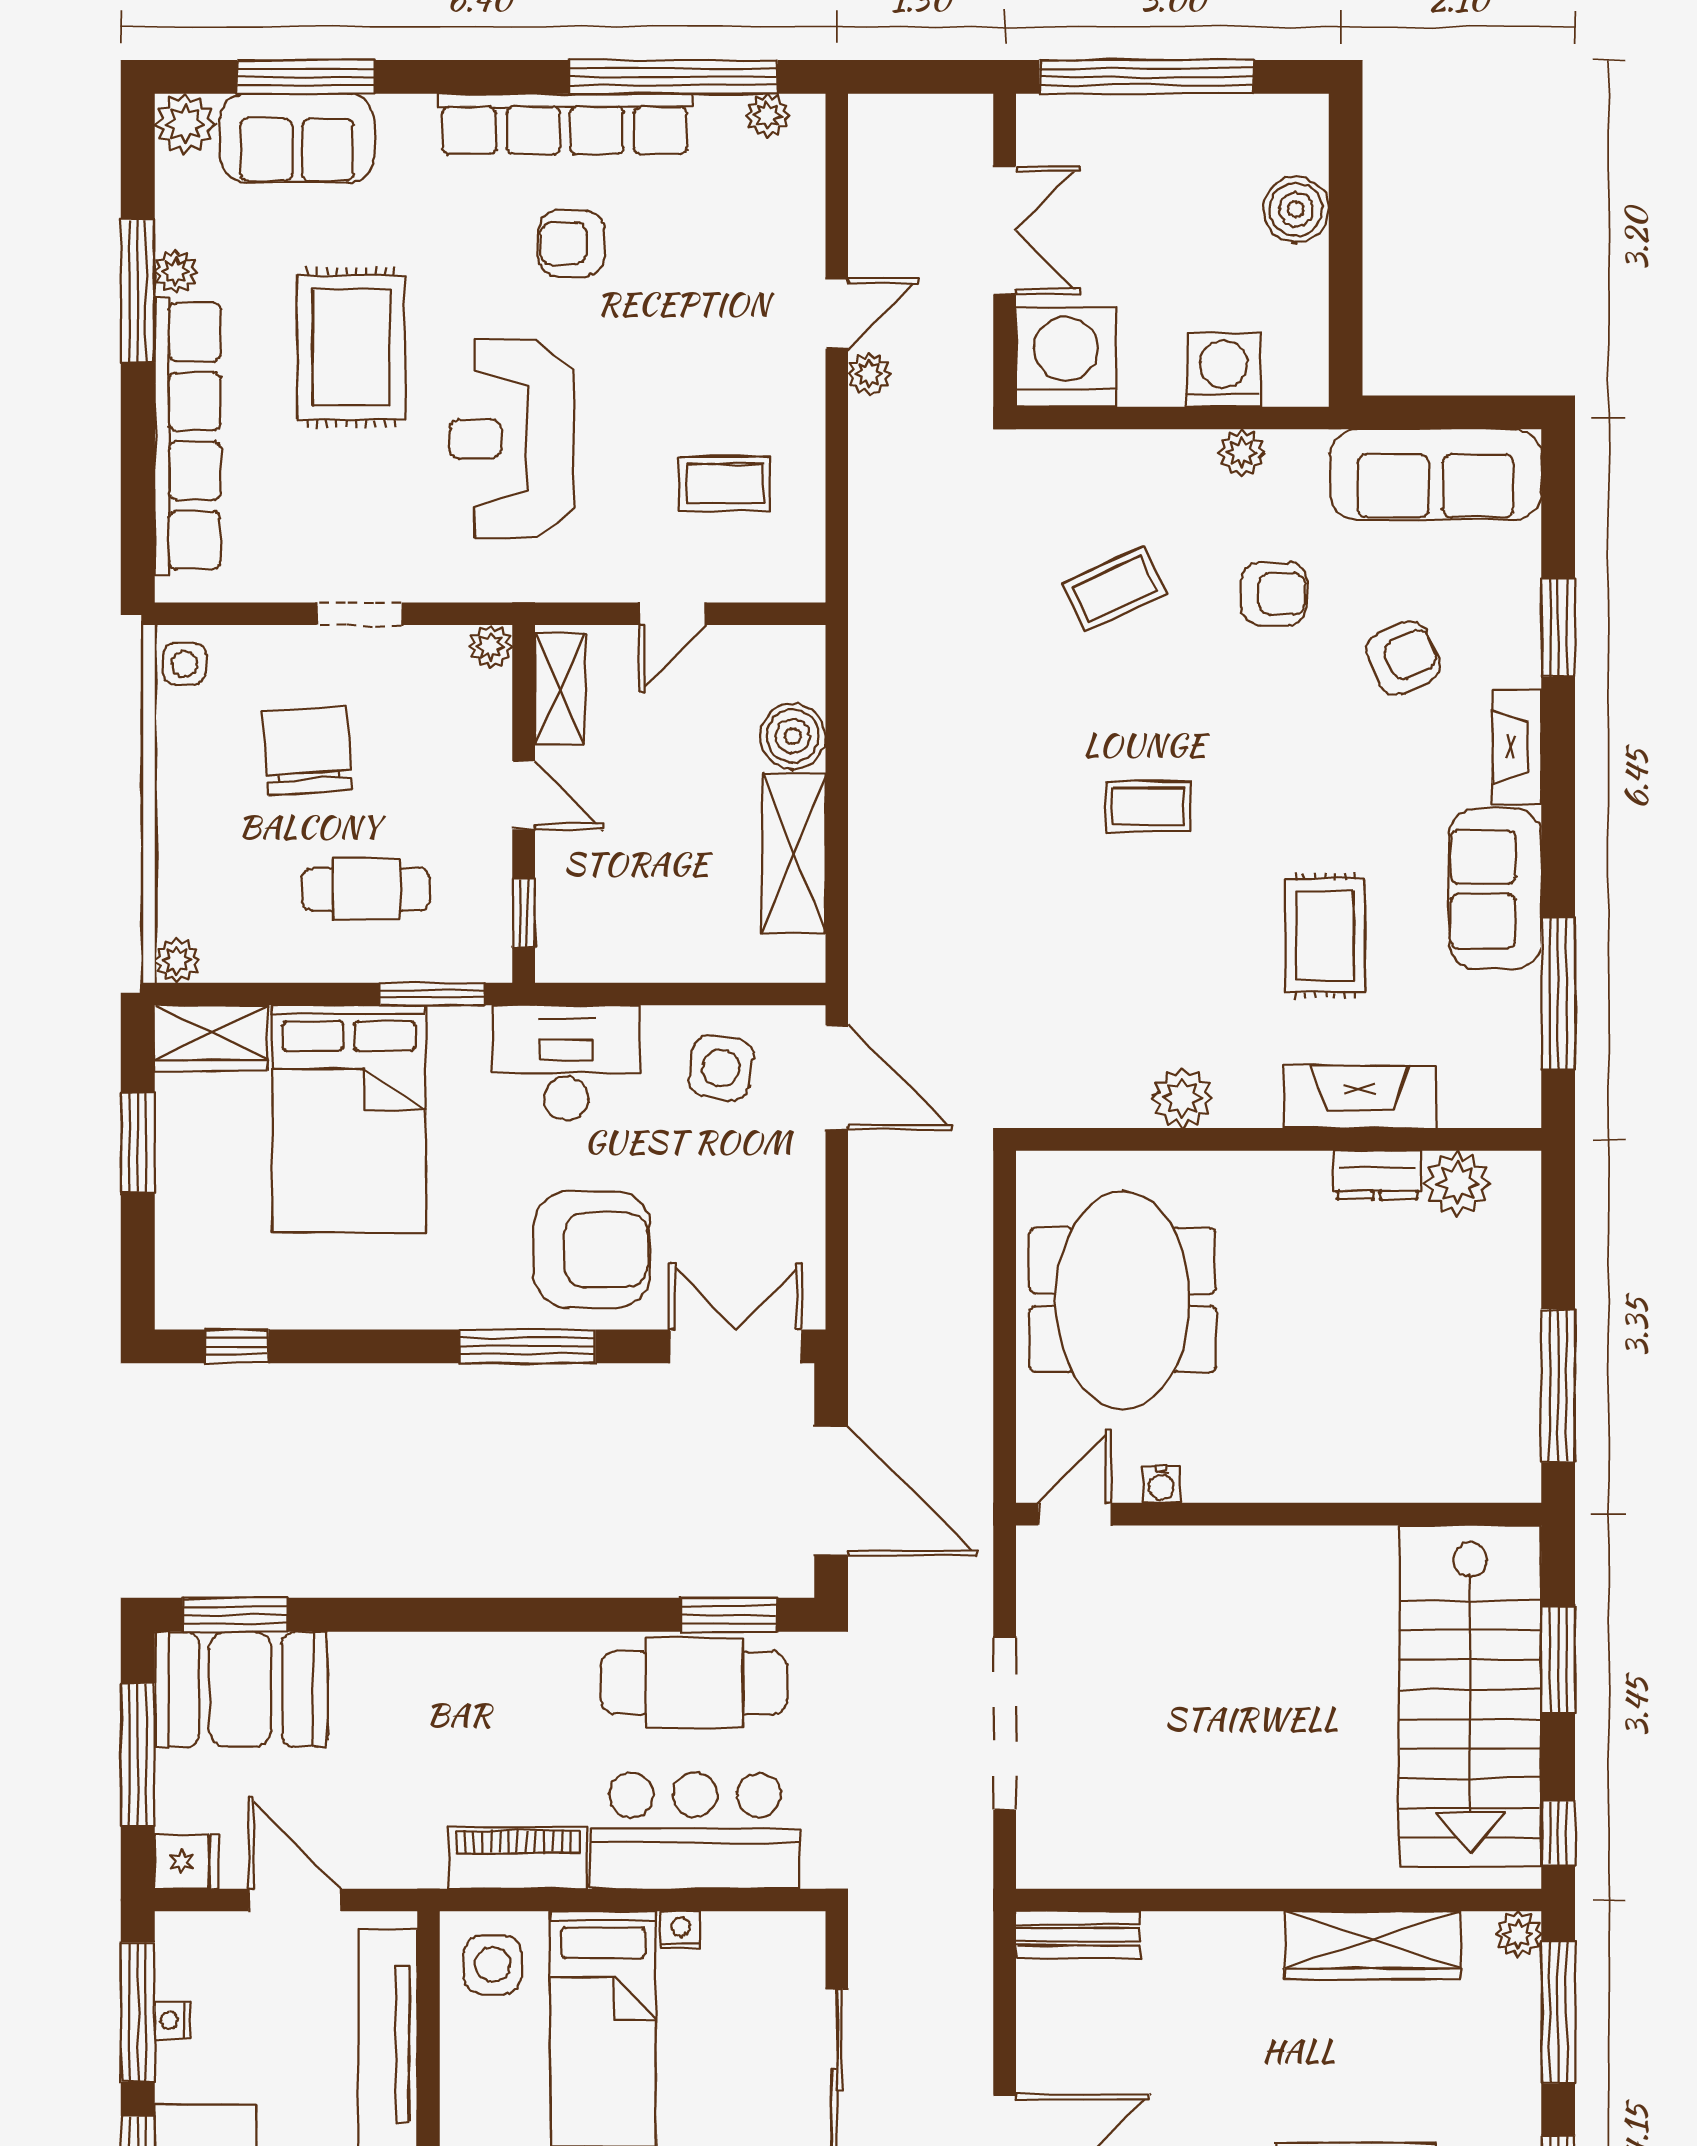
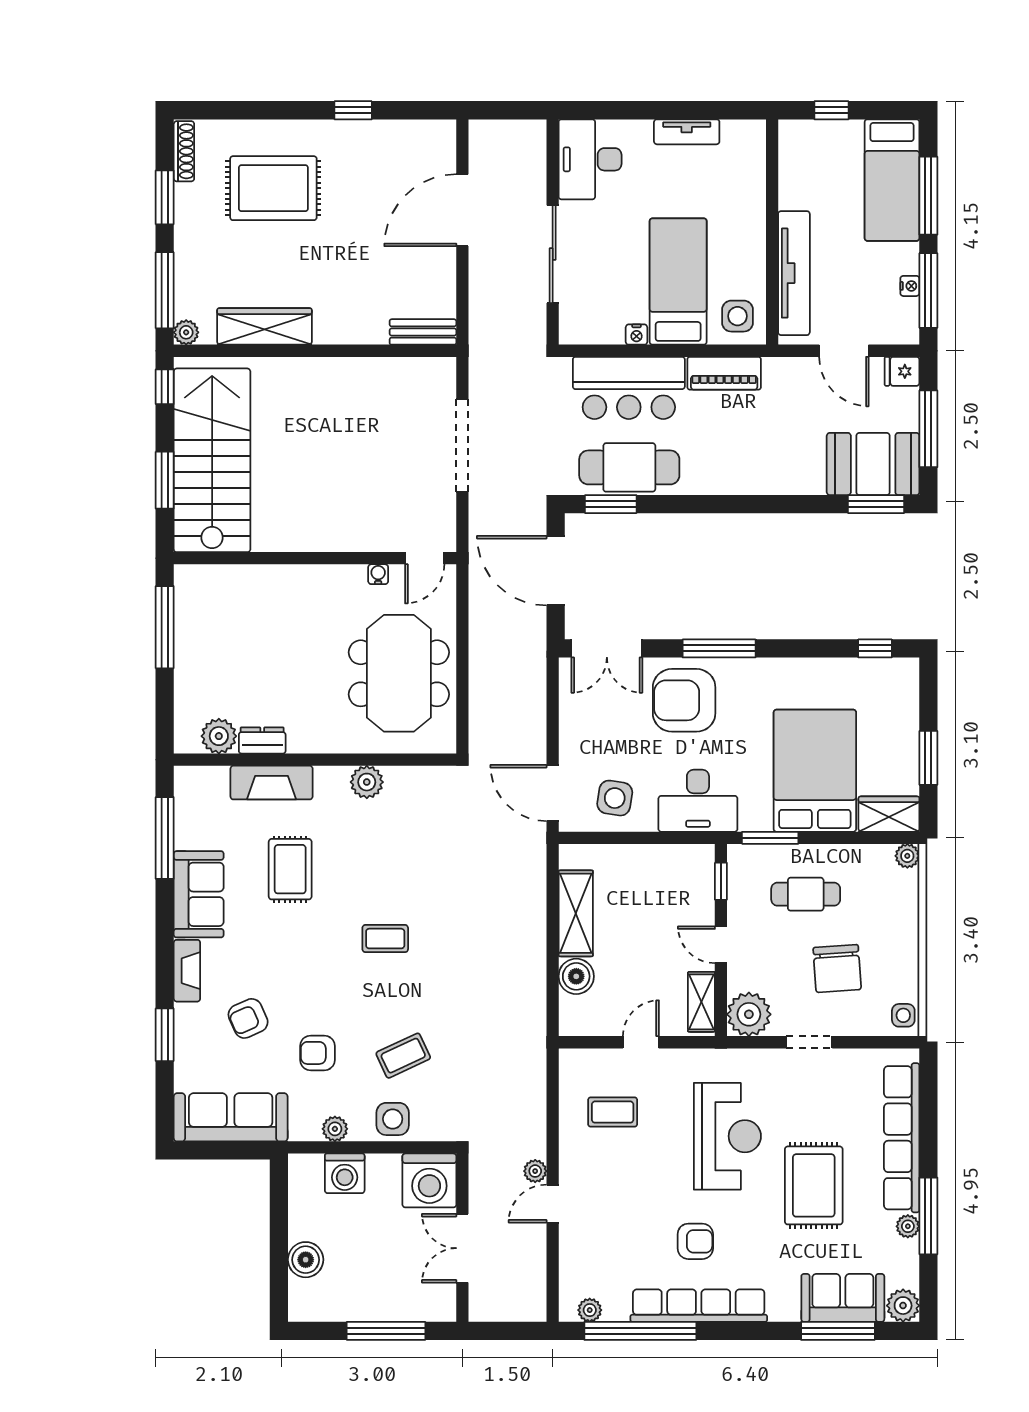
window: (1147, 77) -> (386, 1331), width x0.68
side table: (1134, 471) -> (393, 1119), added
plant: (491, 647) -> (749, 1014), width x1.88, depth x1.88

